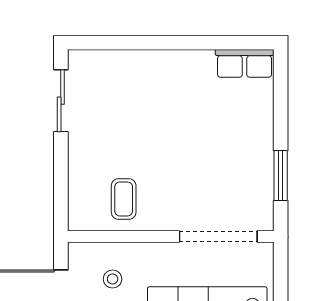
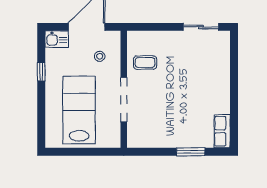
window: (281, 176) -> (191, 152), moved
doorway: (218, 237) -> (124, 100), moved

